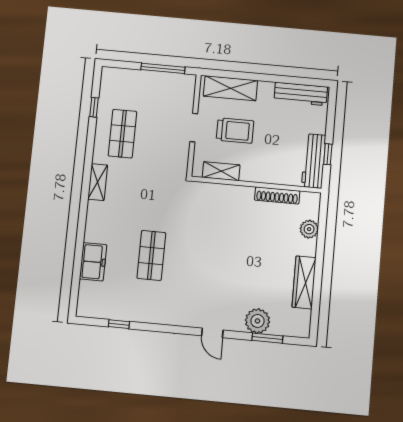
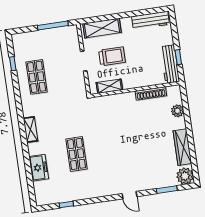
shelving: (98, 182) -> (30, 129), moved
plant: (257, 321) -> (185, 176), moved

